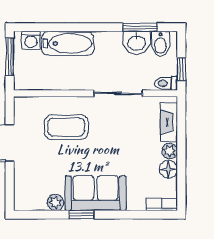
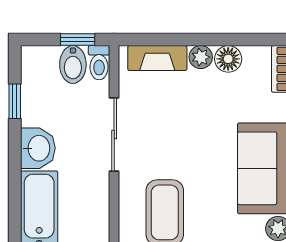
window: (140, 27) -> (15, 101), width x0.67
washbasin: (137, 43) -> (38, 148), moved
bidet: (160, 44) -> (73, 65), moved, turned 90

